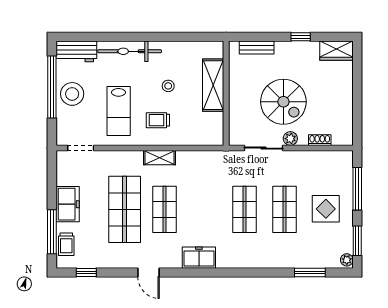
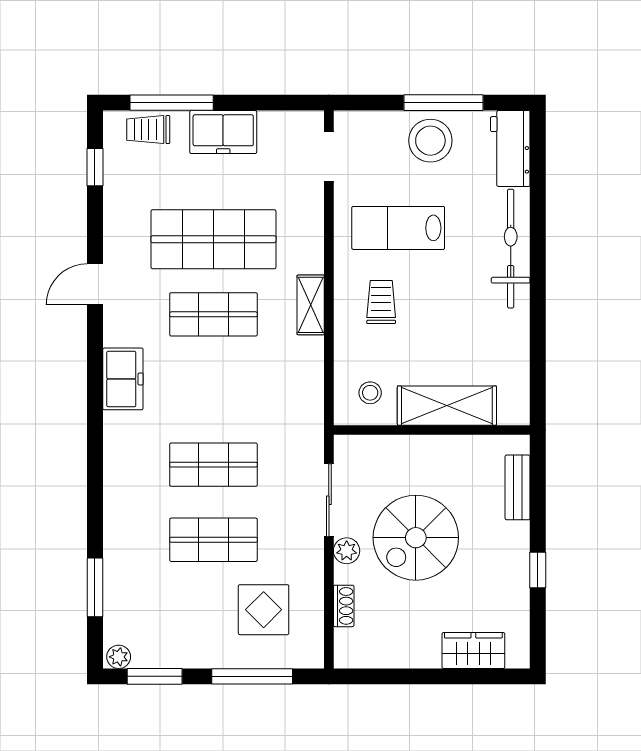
wardrobe: (336, 51) -> (473, 650), moved, turned 90
stool: (168, 86) -> (370, 393), moved
window: (52, 87) -> (443, 103), width x0.68
display table: (326, 209) -> (264, 610), moved

